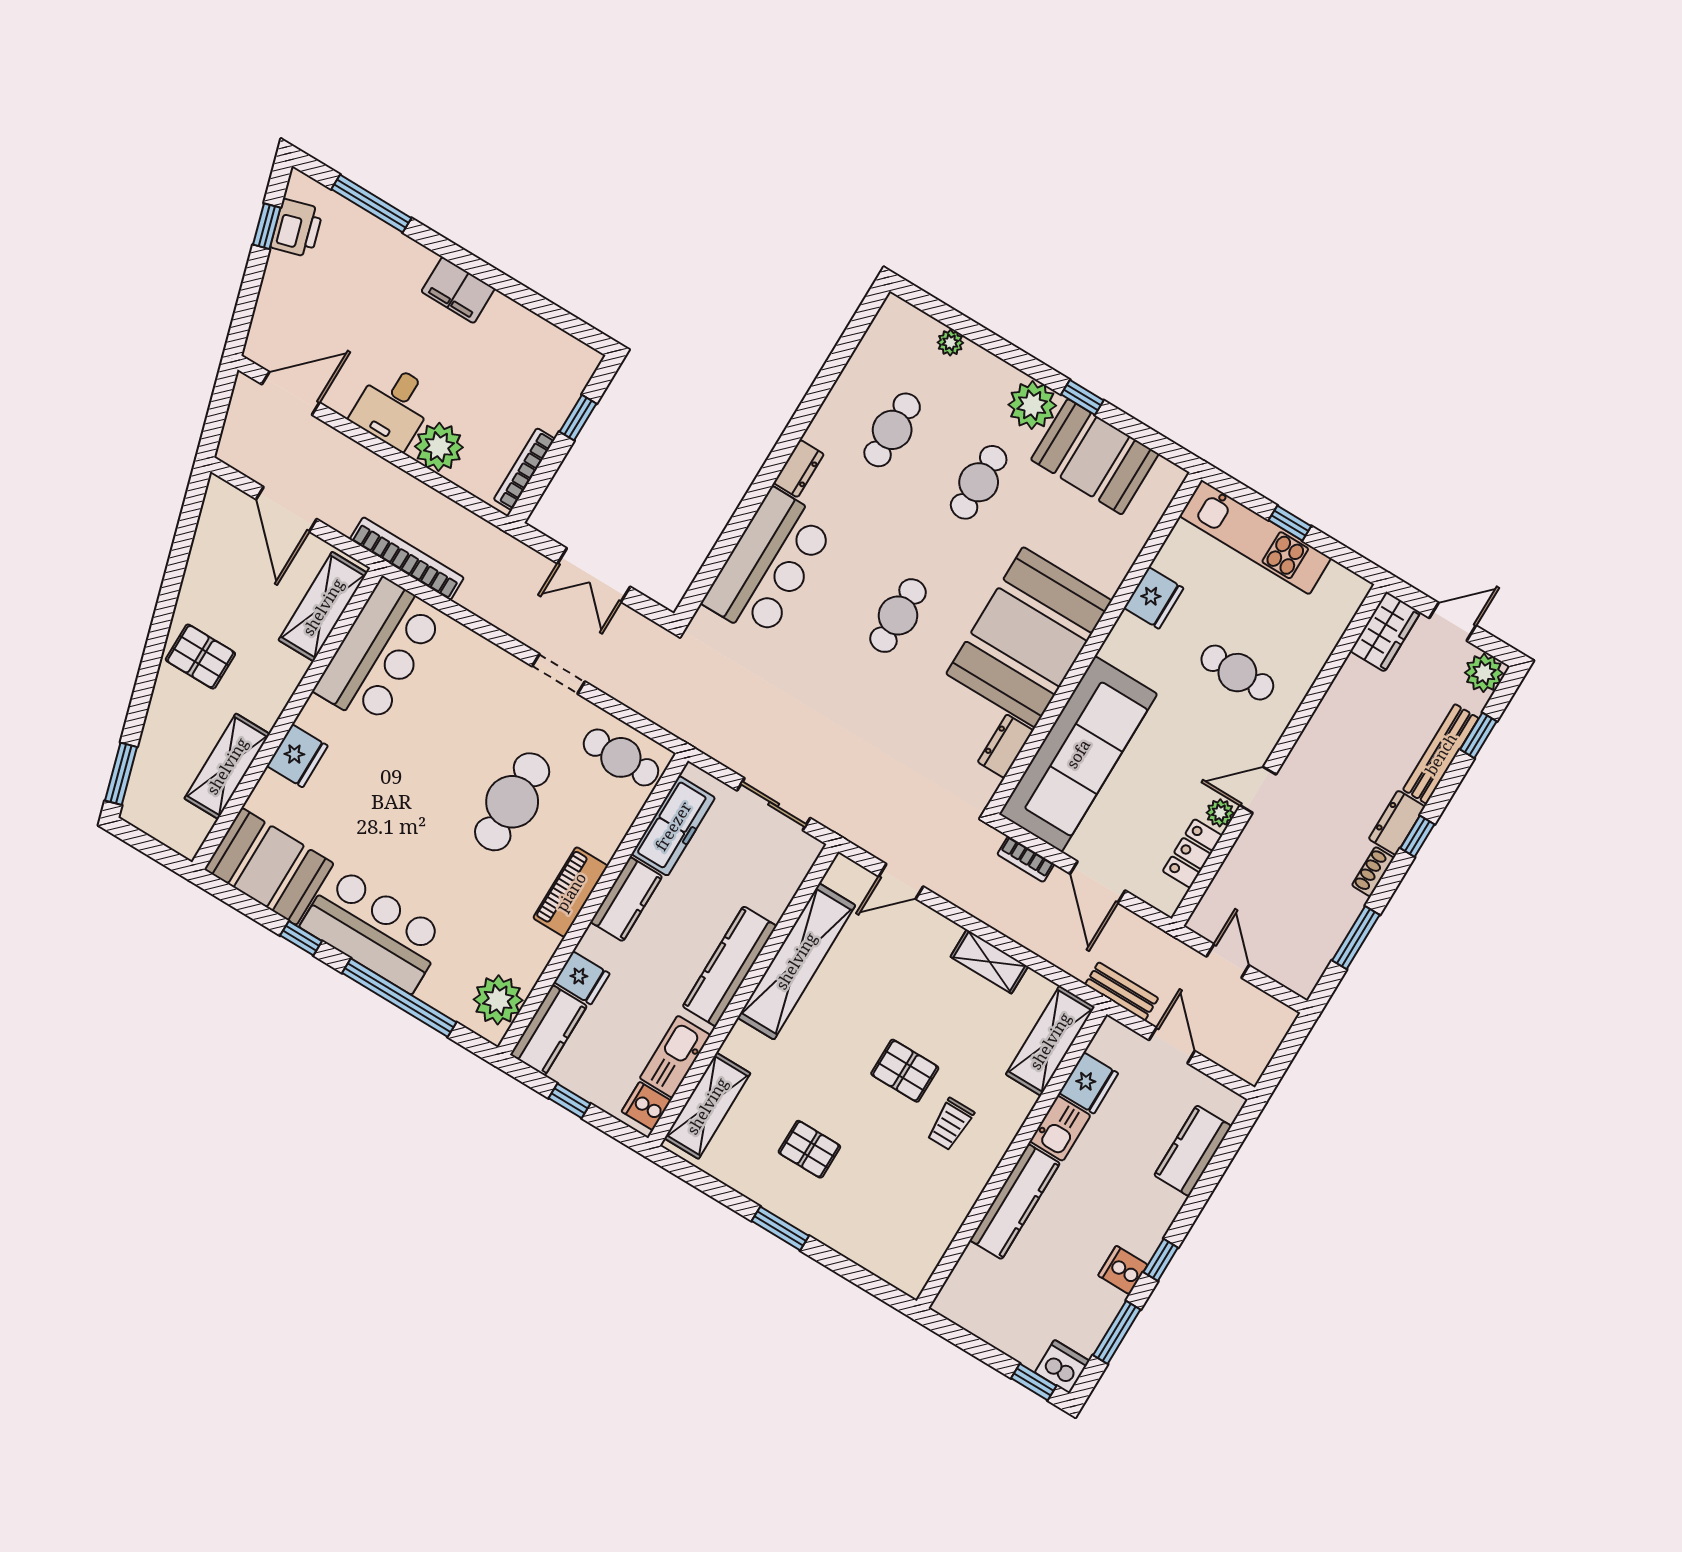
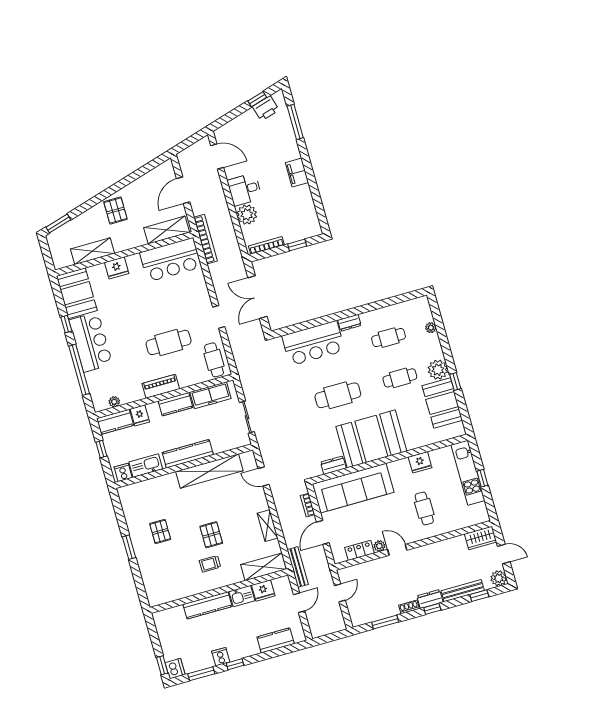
double door: (594, 575) -> (257, 297), width x1.37
cafe table: (898, 616) -> (338, 395), width x1.37, depth x1.35
bench: (1122, 991) -> (298, 567), width x1.36
plant: (498, 1000) -> (114, 402), width x0.53, depth x0.53
shelving: (707, 1106) -> (142, 490), removed

